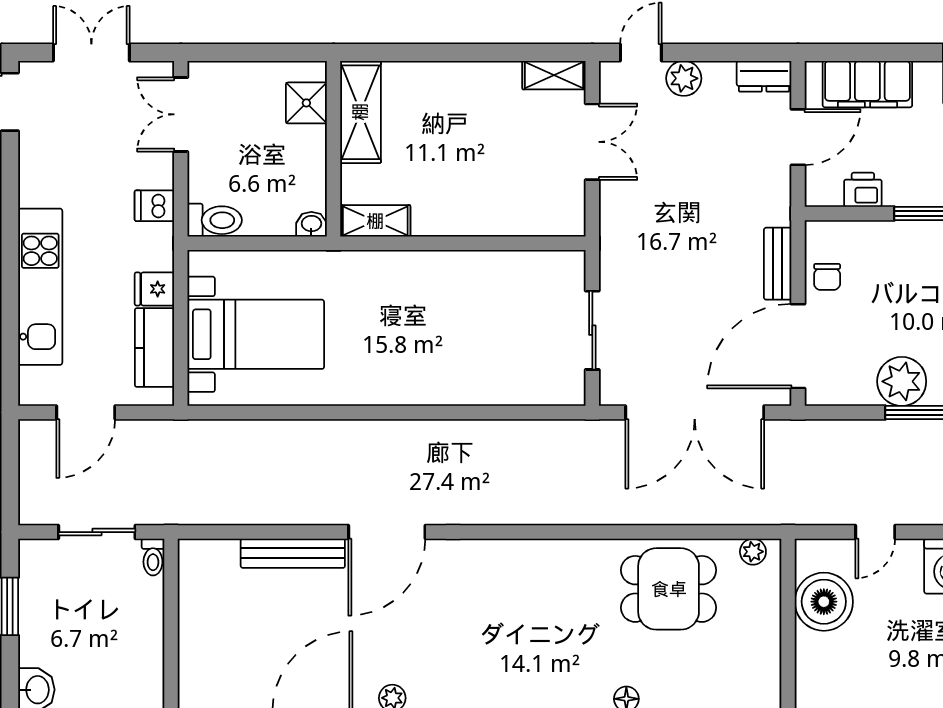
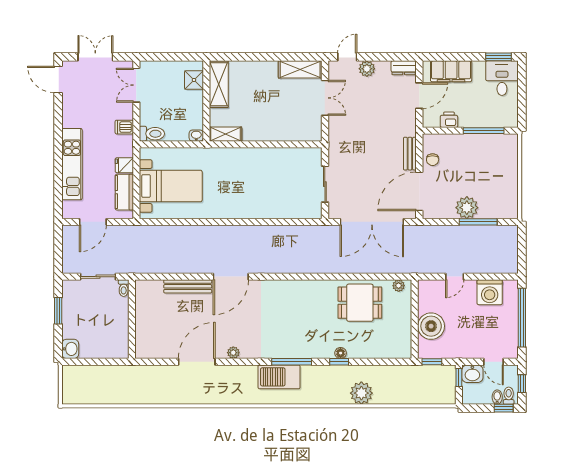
shelving: (554, 75) -> (300, 69), width x1.50, depth x1.33
boiler: (824, 602) -> (431, 326), moved

